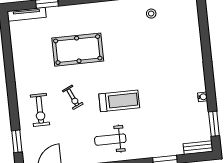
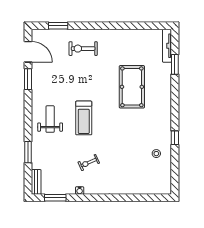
exercise bike: (73, 97) -> (89, 163), moved
weight bench: (110, 140) -> (50, 119), moved

